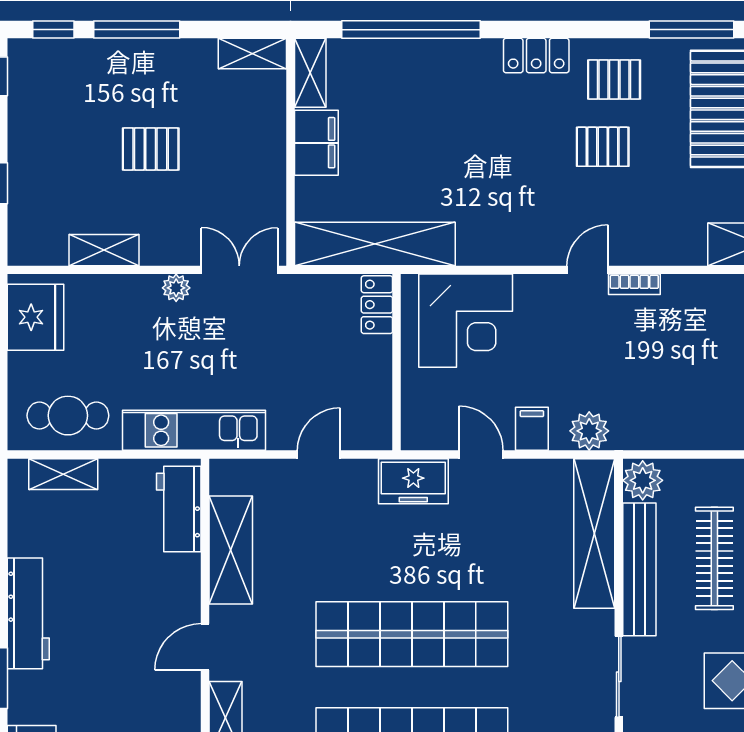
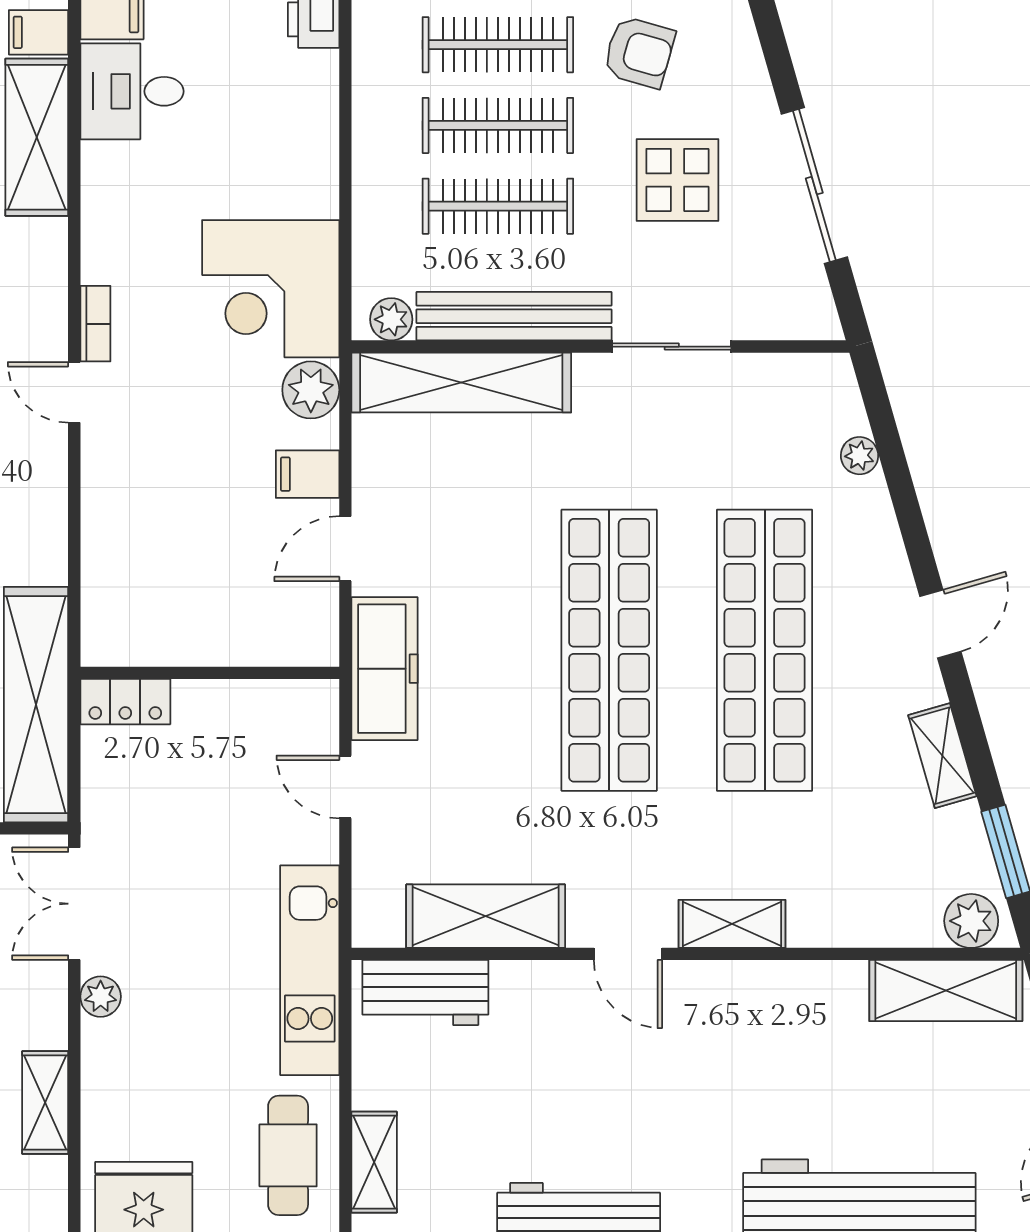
corner desk: (466, 321) -> (271, 289), moved, turned 180
plant: (643, 480) -> (391, 319), width x0.73, depth x0.73
freezer: (413, 481) -> (385, 669), width x1.40

